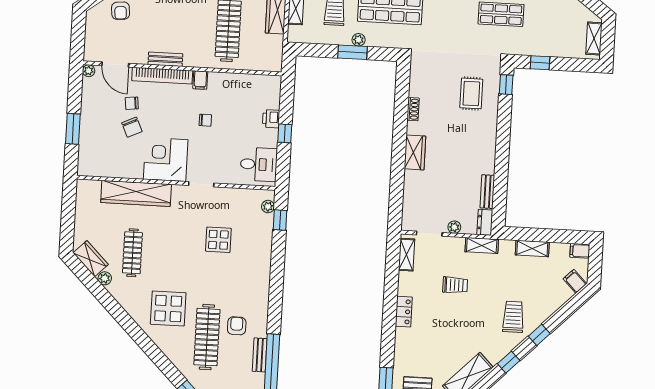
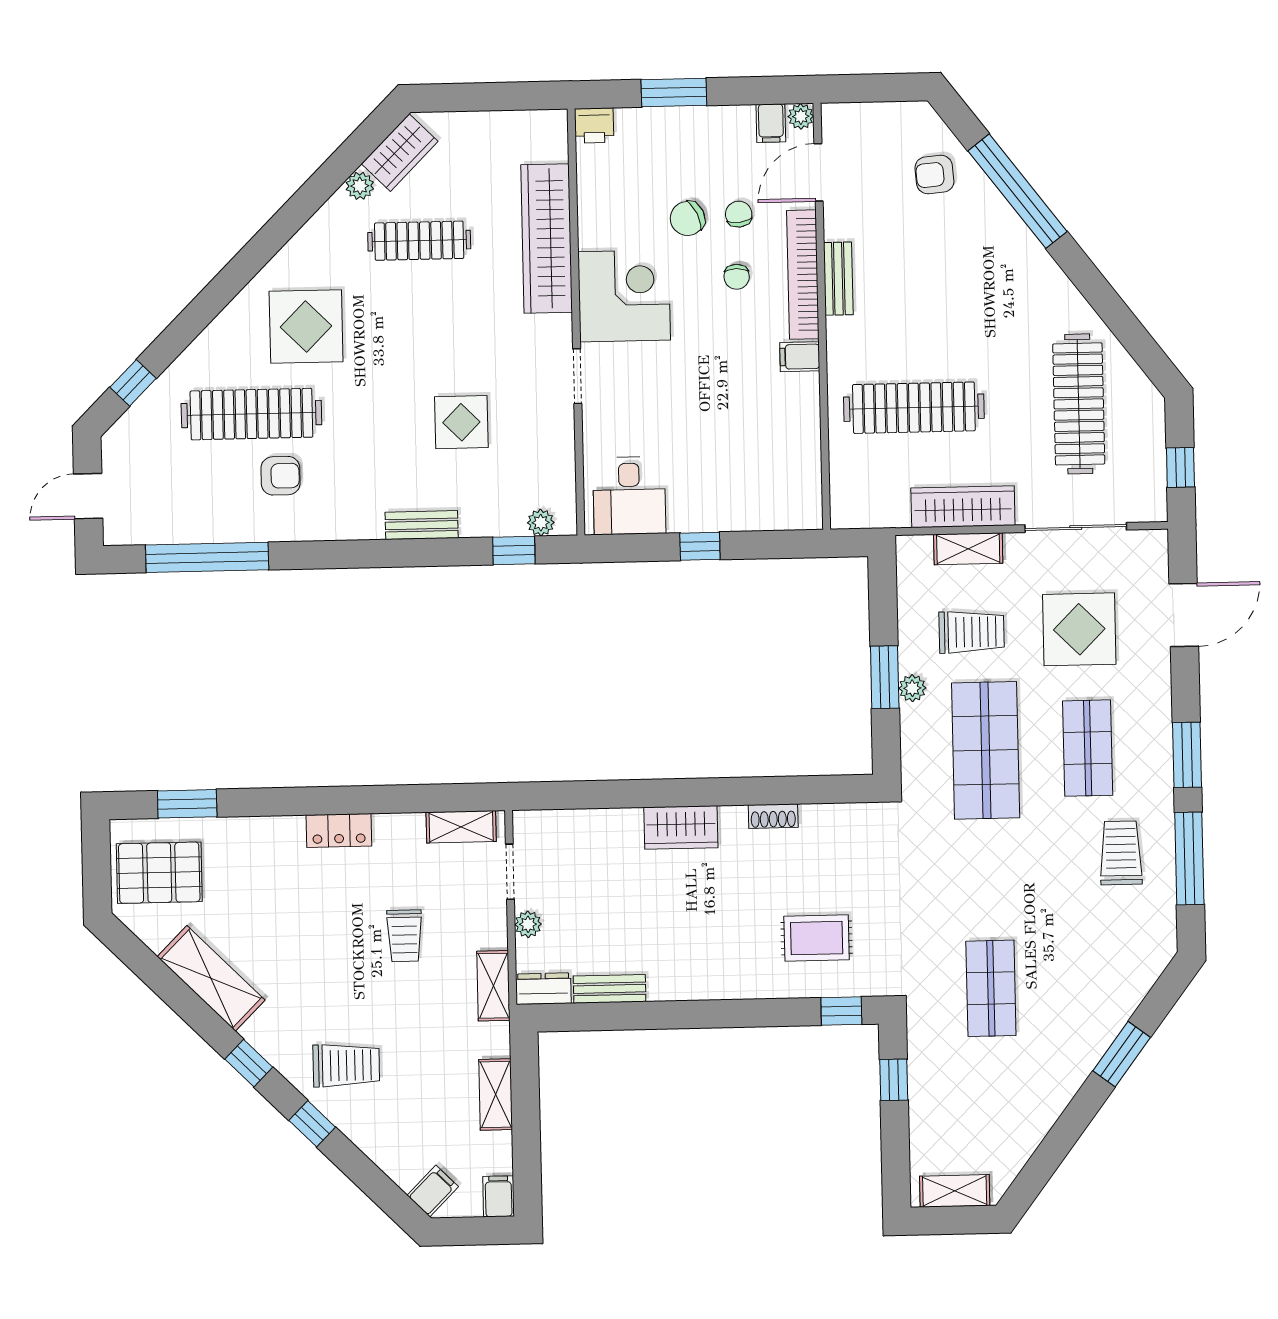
filing cabinet: (91, 85) -> (771, 123), added
printer: (271, 119) -> (594, 126), moved, turned 180
chair: (205, 120) -> (737, 277), moved
bench: (260, 355) -> (422, 525), moved

